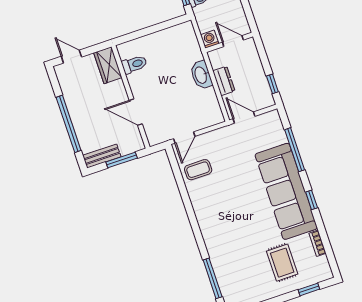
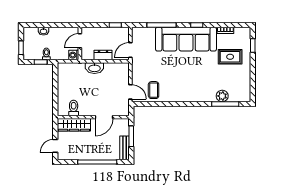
wardrobe: (108, 65) -> (74, 125), width x1.50
plant: (223, 270) -> (222, 96), added

